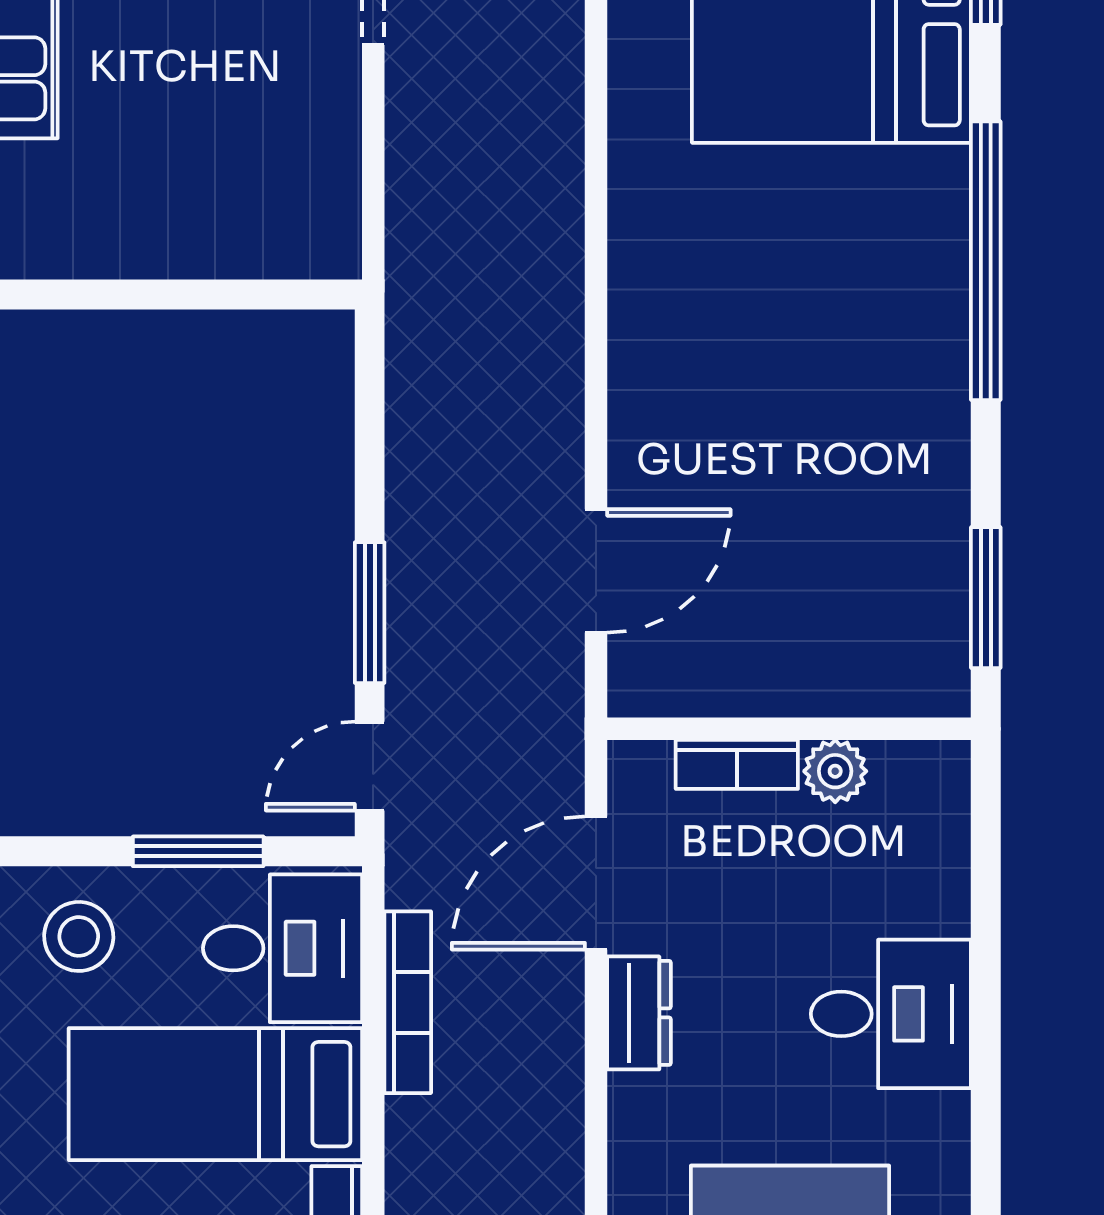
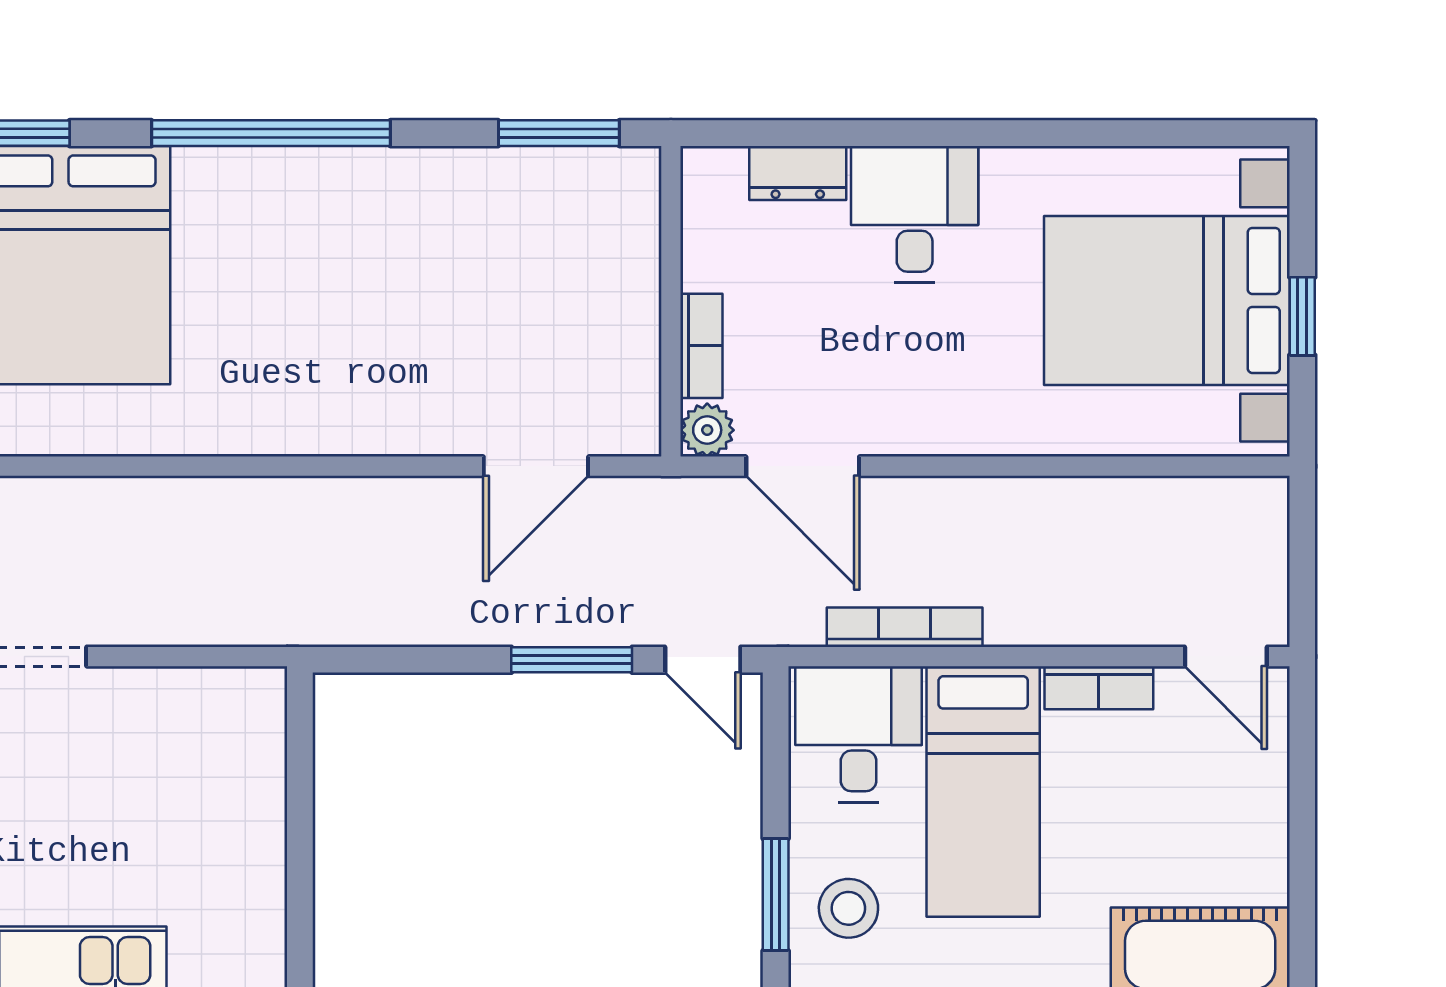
door: (596, 571) -> (536, 466), swing flipped
plant: (835, 771) -> (707, 430), moved
window: (198, 851) -> (776, 895), moved
dresser: (639, 1013) -> (798, 173), moved, turned 180

